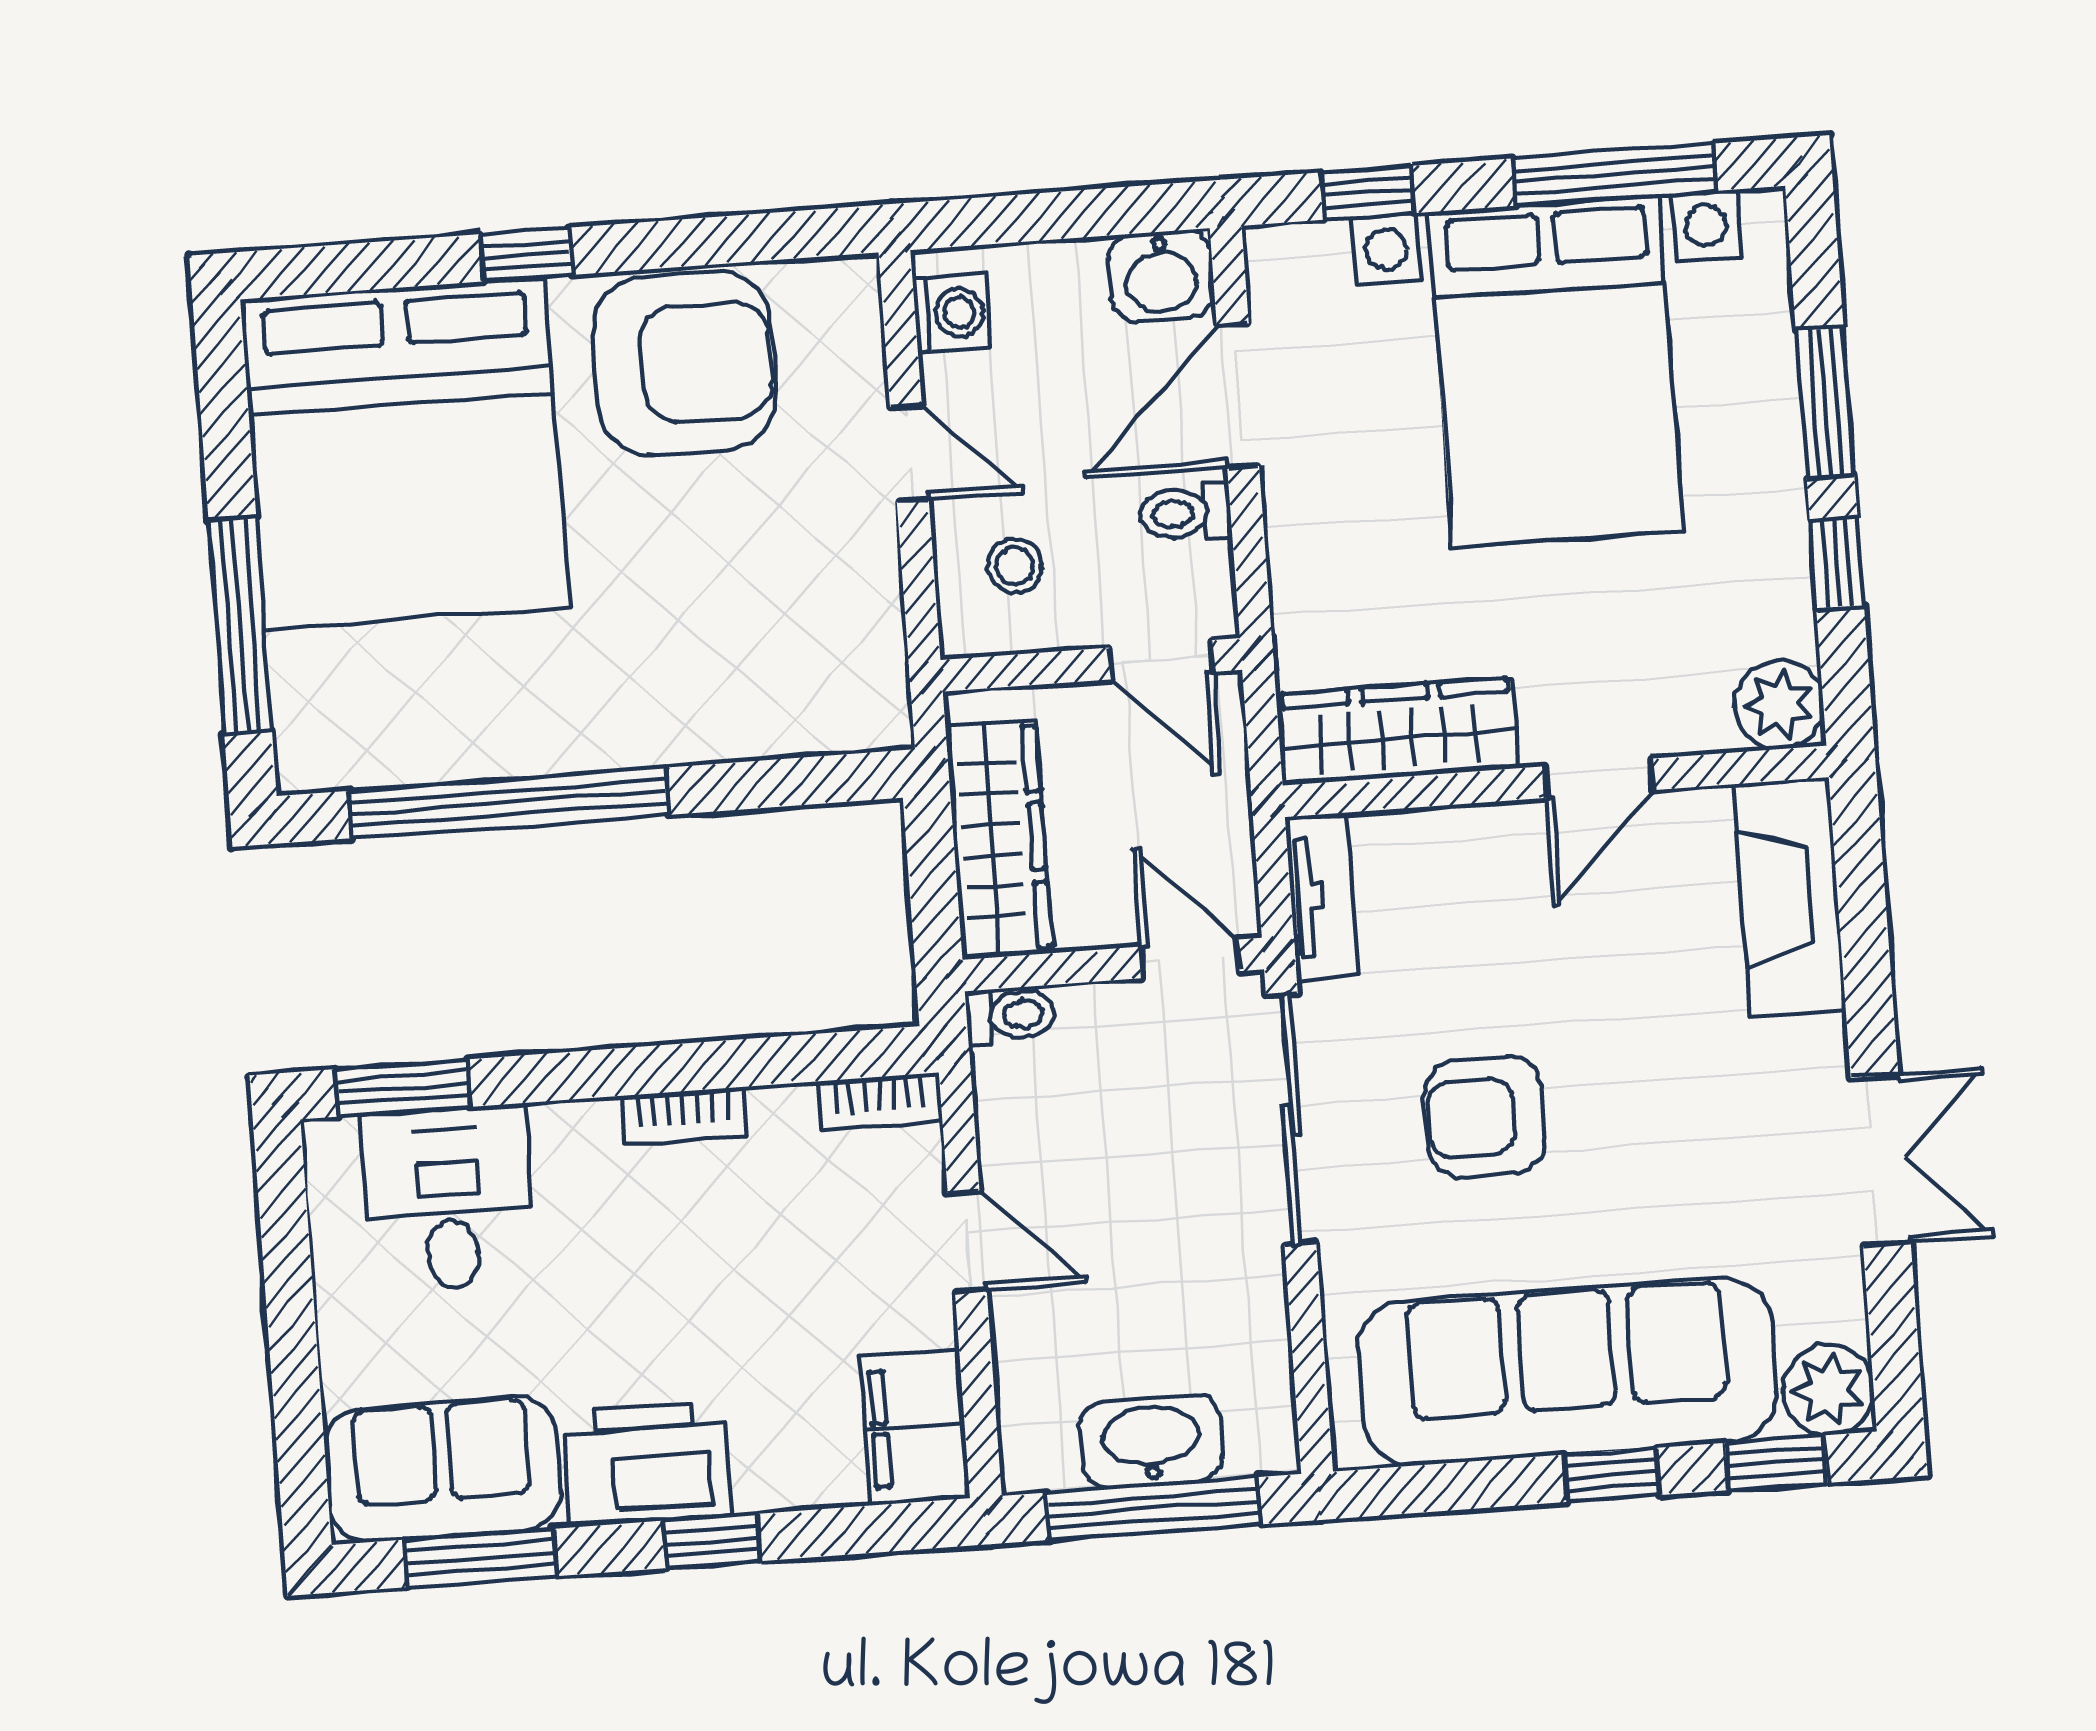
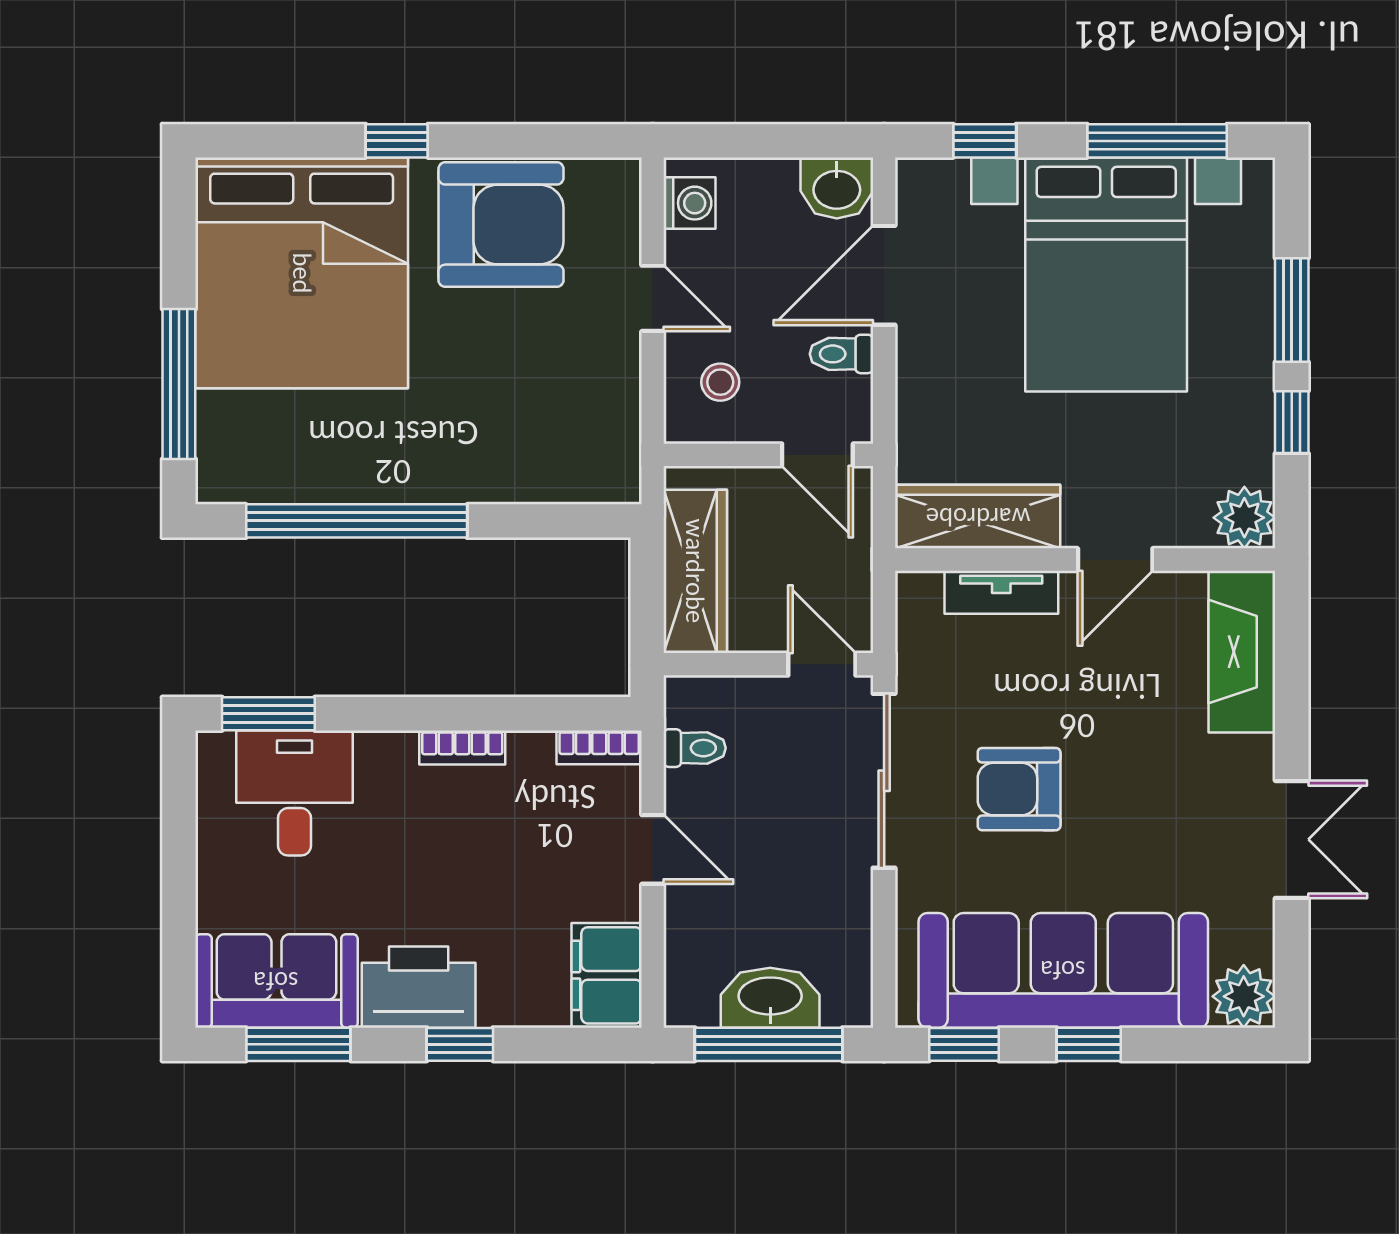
tv unit: (1322, 896) -> (1001, 592), moved, turned 90
toilet: (1011, 1015) -> (695, 748), moved
window: (1776, 1463) -> (964, 1044), moved

